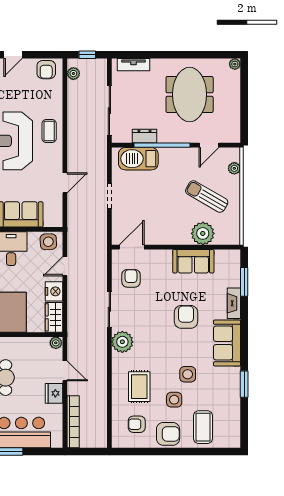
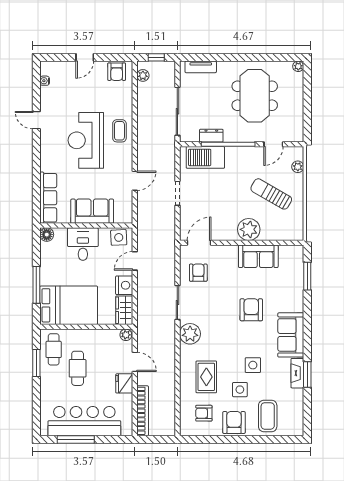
plant: (203, 233) -> (249, 229), moved
fireplace: (234, 303) -> (297, 373), moved
armchair: (168, 434) -> (234, 422), turned -90

